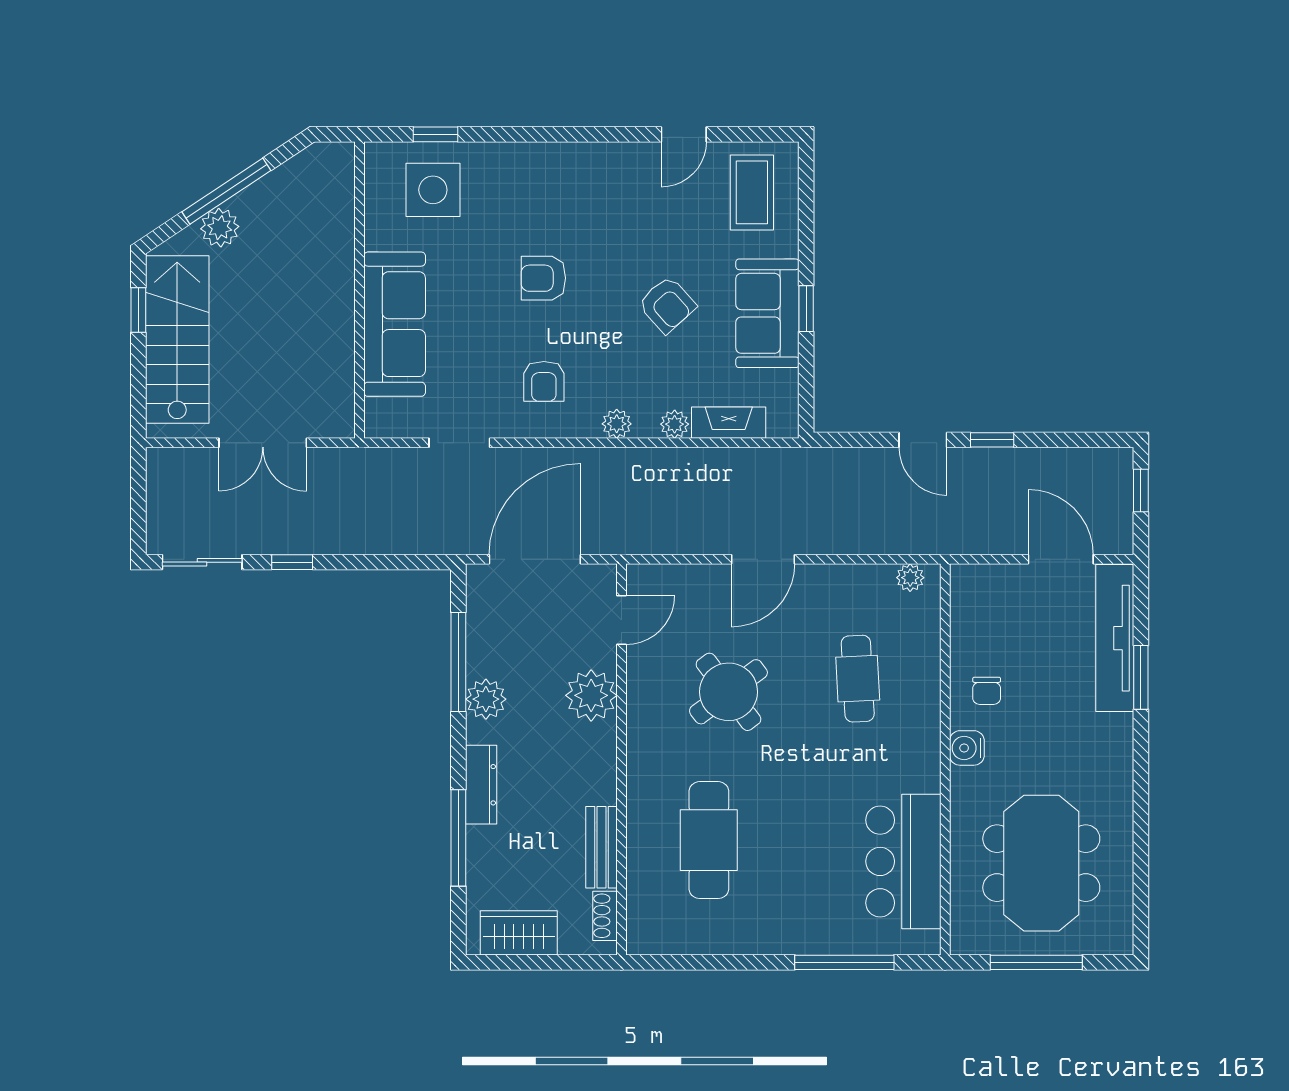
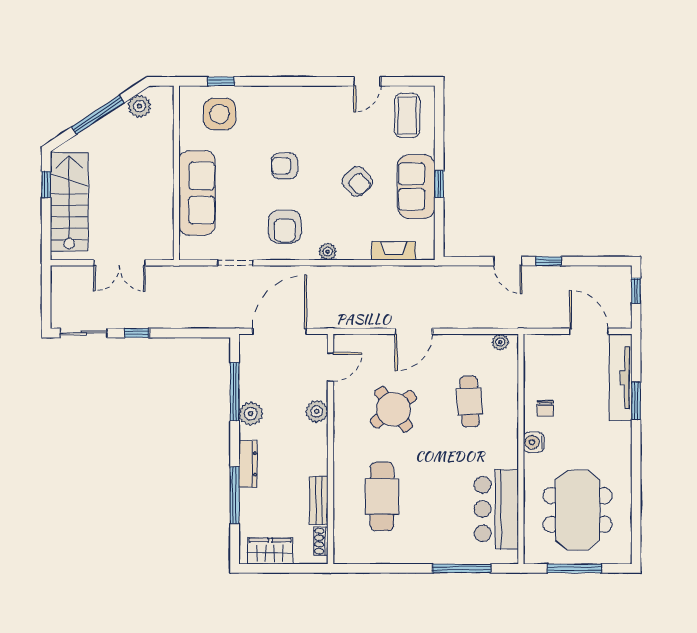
plant: (220, 228) -> (139, 106), moved
armchair: (544, 381) -> (285, 227), width x1.38, depth x1.38
plant: (675, 424) -> (362, 252), removed
plant: (591, 695) -> (317, 411), width x0.73, depth x0.73

